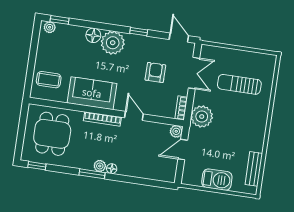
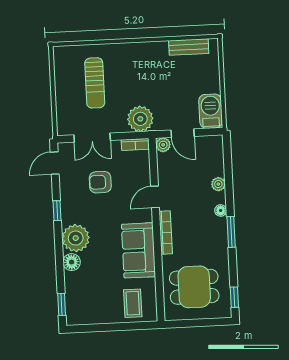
plant: (50, 27) -> (72, 314), removed
double door: (194, 73) -> (92, 138), swing flipped
plant: (100, 166) -> (218, 184), moved
barbecue: (217, 180) -> (211, 111), moved

